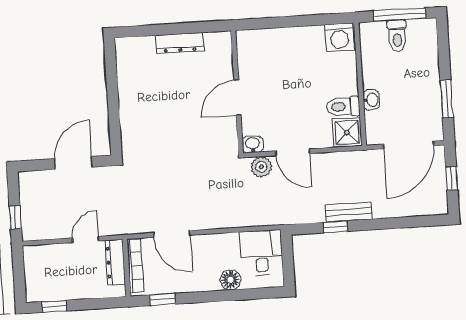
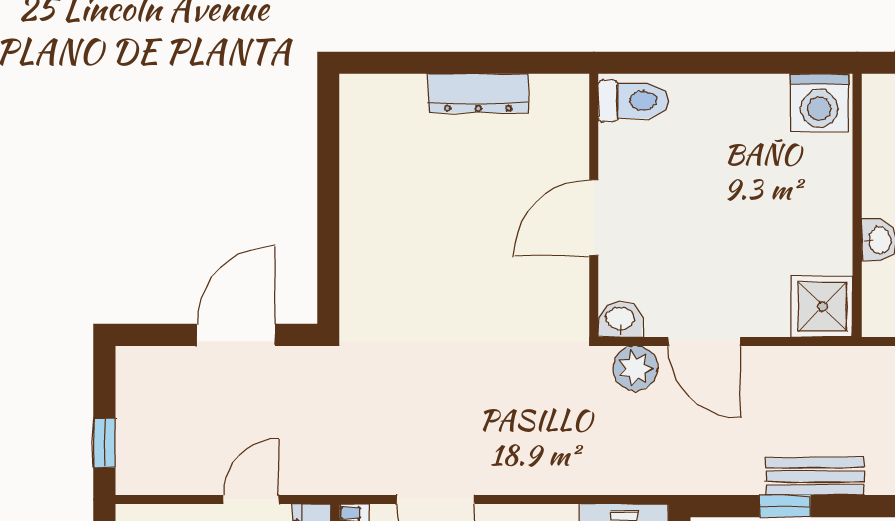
toilet: (343, 107) -> (633, 101), moved, turned 180

